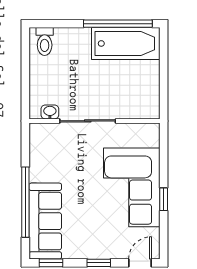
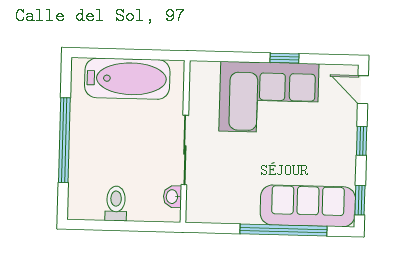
window: (118, 24) -> (64, 140), moved
toilet: (45, 41) -> (116, 203), moved, turned -90
bathtub: (126, 43) -> (127, 79), moved, turned 90

